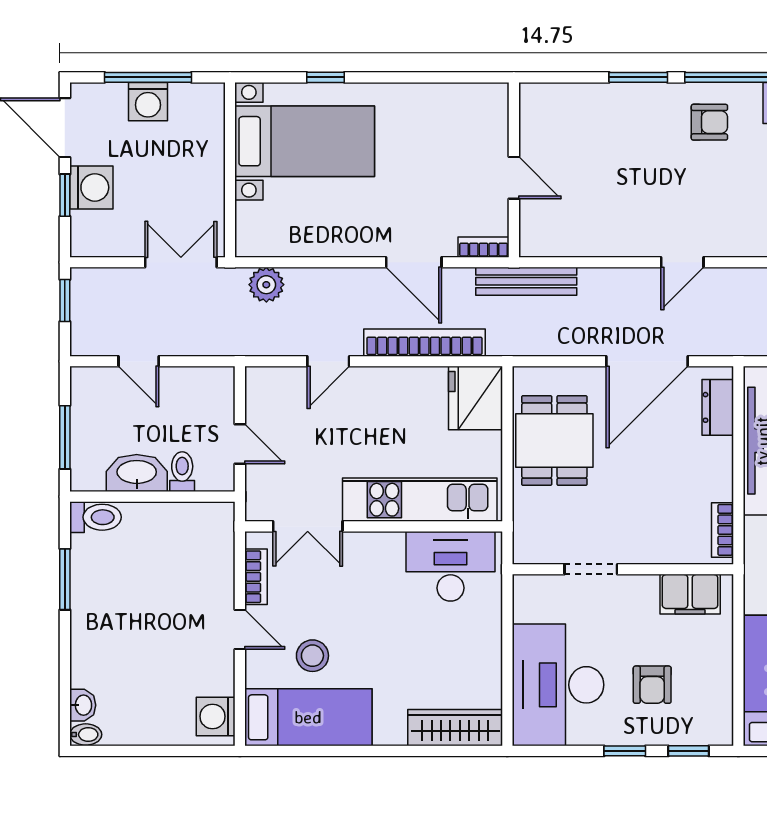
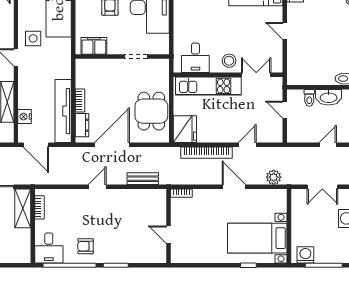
washing machine: (148, 102) -> (305, 255), moved
door: (514, 178) -> (169, 235), moved
double door: (181, 262) -> (322, 187), moved
door: (414, 262) -> (234, 187), moved
bench: (526, 281) -> (143, 179), moved, width x0.73
door: (139, 361) -> (328, 145), hinge flipped
bookcase: (722, 530) -> (80, 101), moved
desk: (450, 566) -> (195, 58), width x0.73
bookcase: (256, 577) -> (278, 53), removed
stool: (312, 656) -> (229, 61), moved

